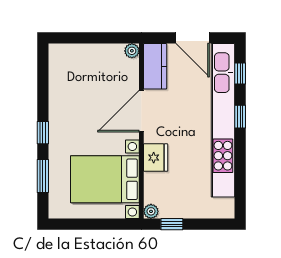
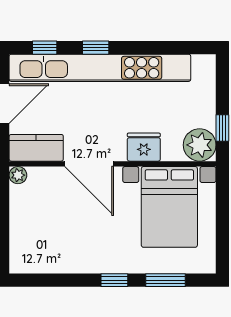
plant: (151, 211) -> (200, 145), width x1.88, depth x1.88

